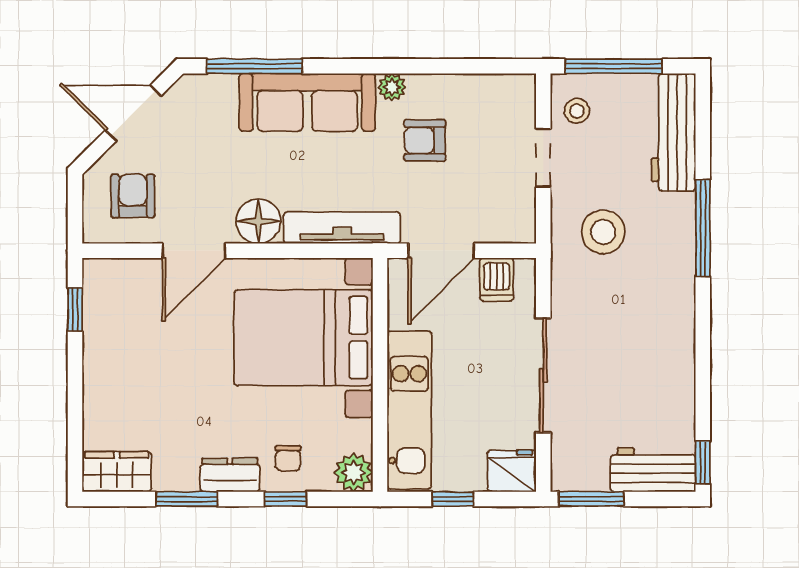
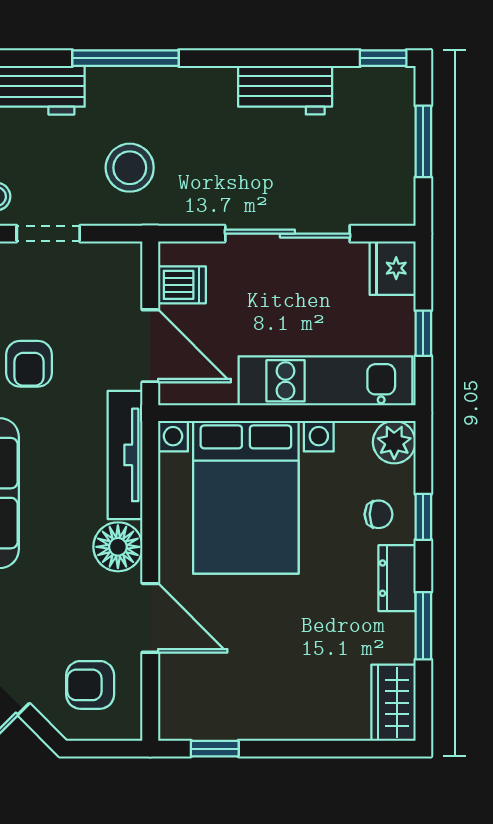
workbench: (653, 470) -> (285, 90), moved, turned -90
window: (591, 499) -> (423, 141), moved

